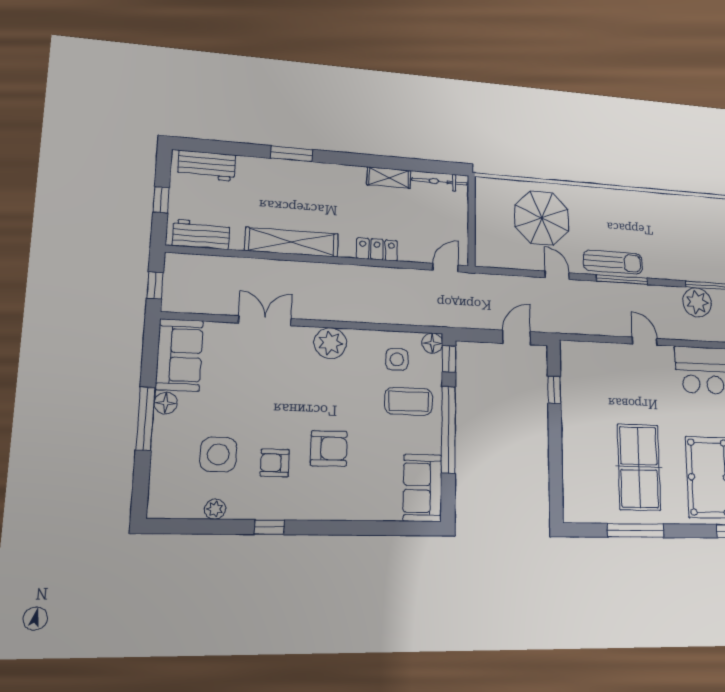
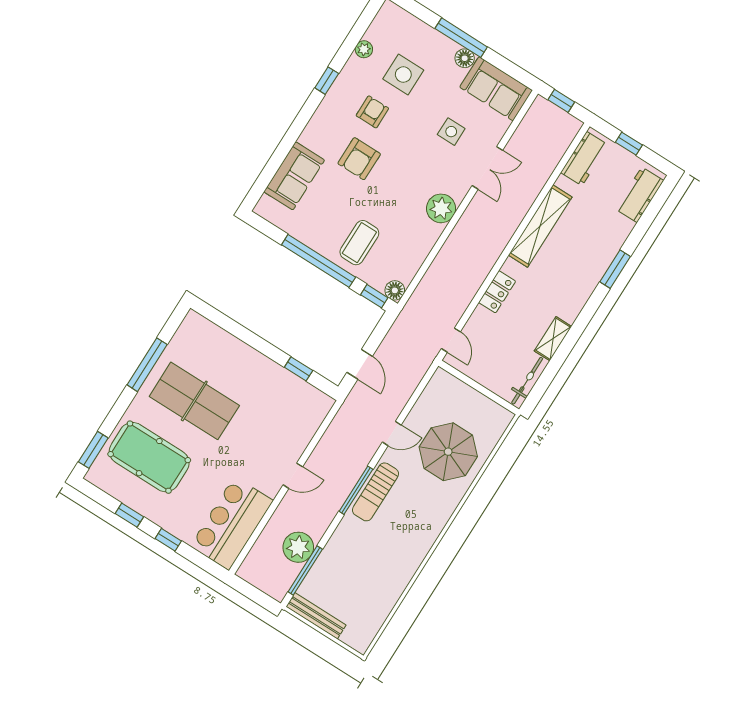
side table: (397, 359) -> (451, 132), moved
sofa: (423, 488) -> (294, 176), moved, turned 90

